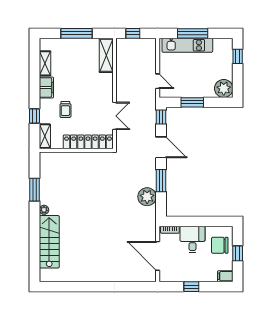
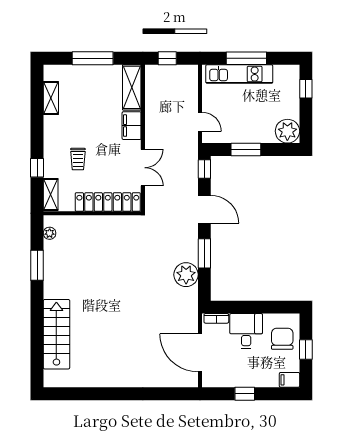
filing cabinet: (46, 88) -> (132, 126), moved, turned 180
plant: (44, 210) -> (50, 233), moved
chair: (220, 245) -> (282, 339), turned 90

